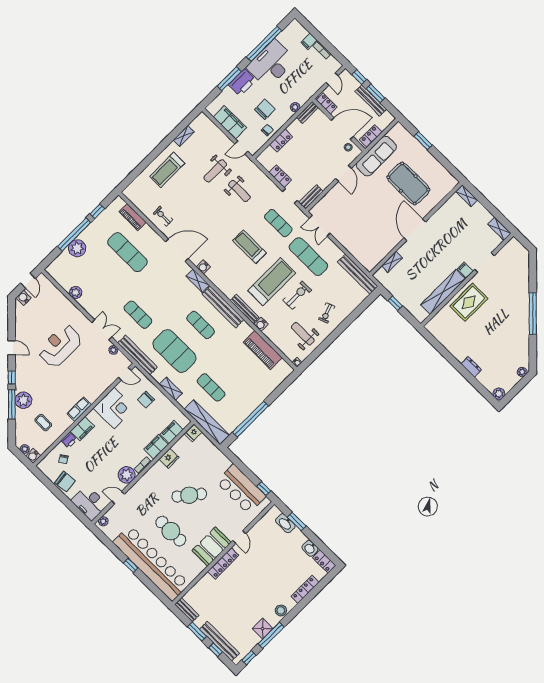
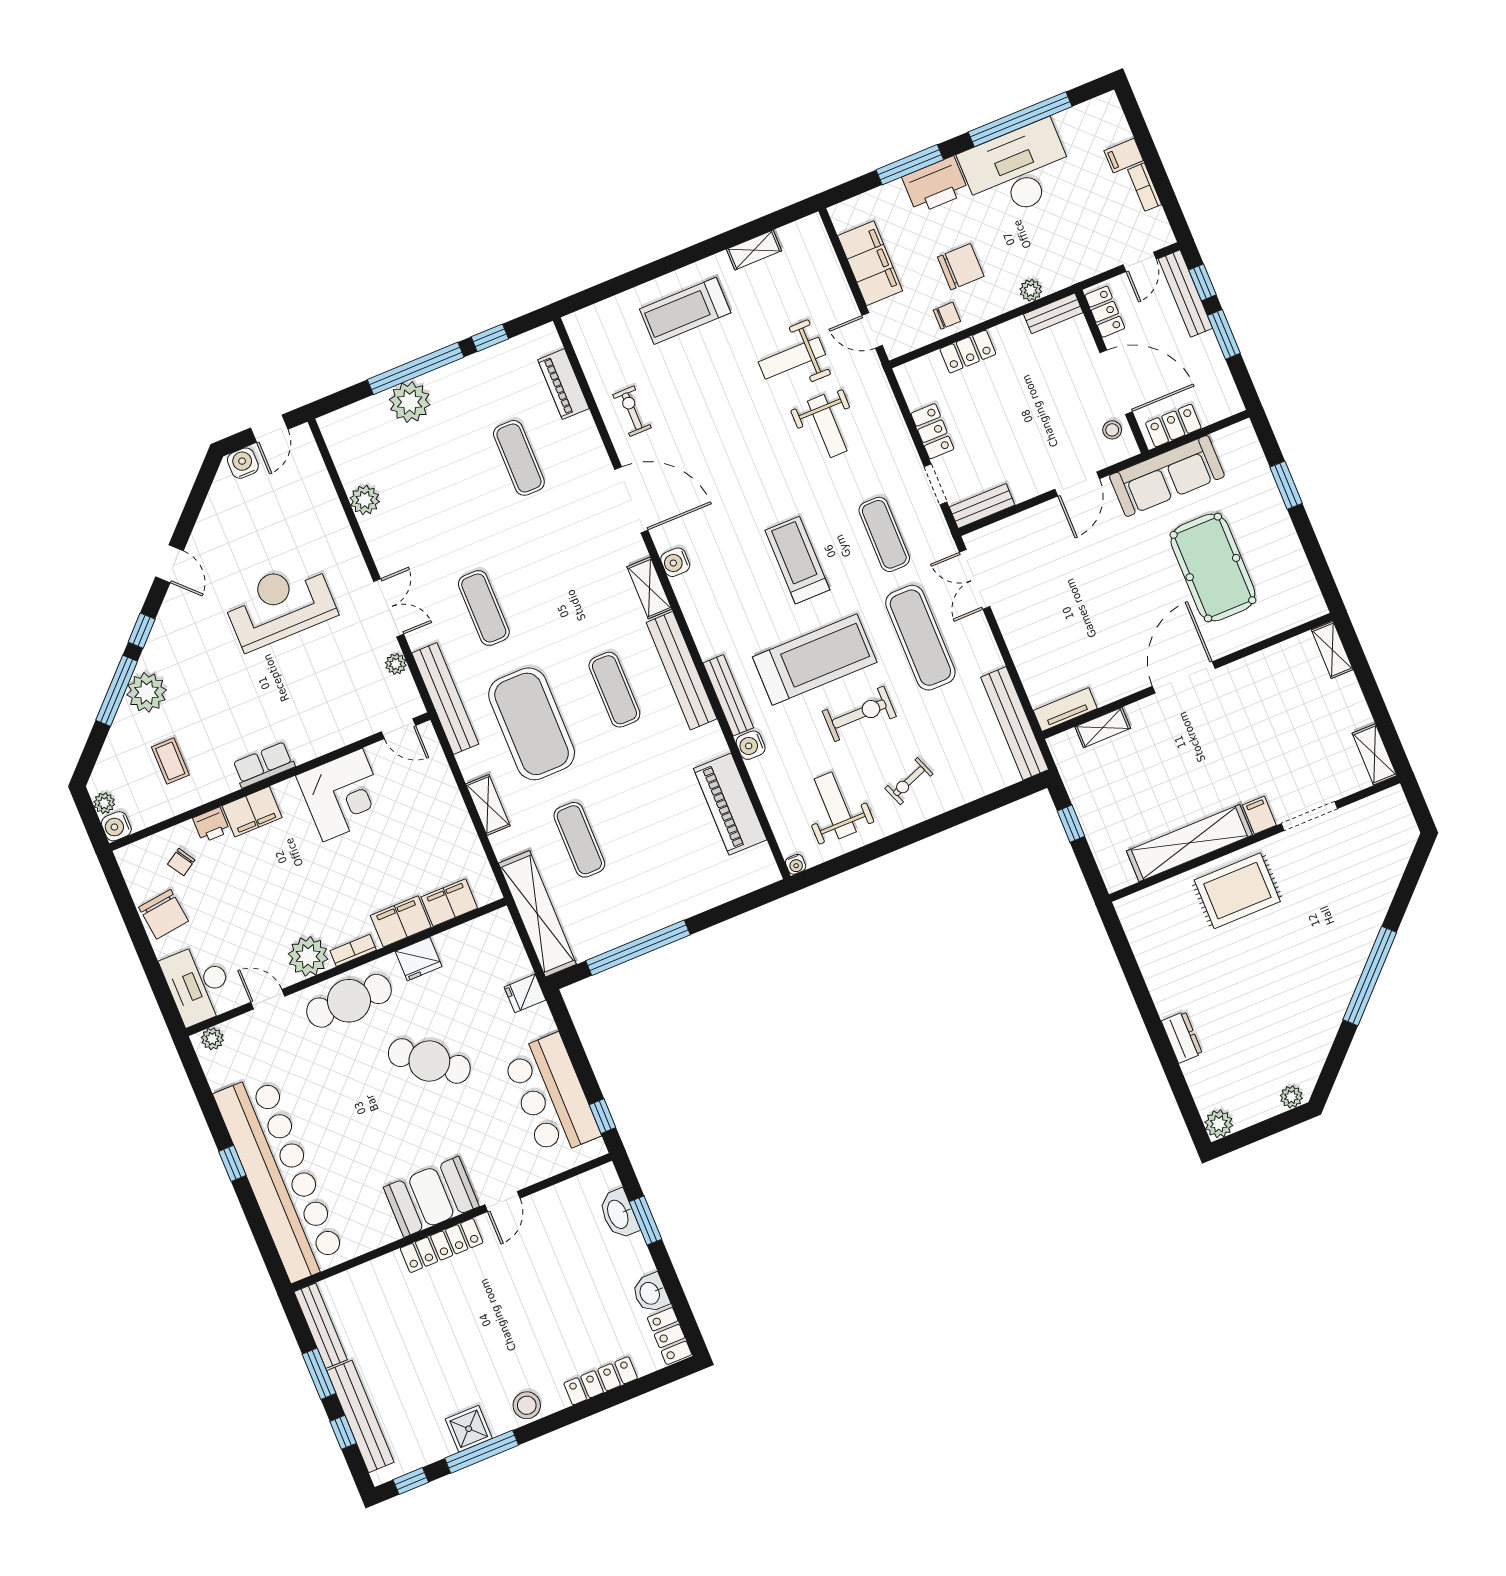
bench: (371, 100) -> (1185, 294), moved
exercise mat: (127, 252) -> (519, 458), width x0.73, depth x0.69
tv unit: (375, 261) -> (1065, 709), added
chair: (146, 400) -> (422, 806), removed
fridge: (193, 433) -> (525, 993), moved
cafe table: (171, 531) -> (349, 1001), moved, turned 90
bench: (187, 610) -> (321, 1326), width x1.36

